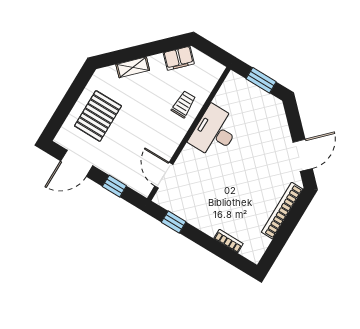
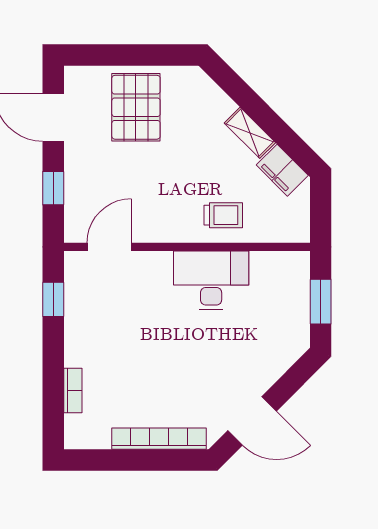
shelving: (133, 67) -> (250, 133), moved
pallet: (98, 116) -> (136, 107), turned 90

